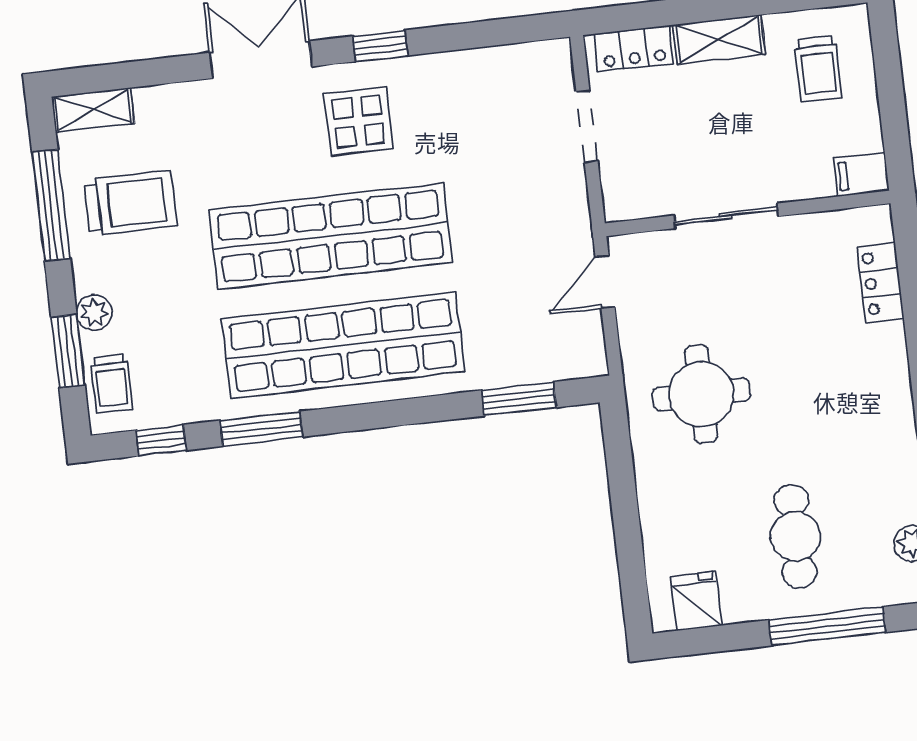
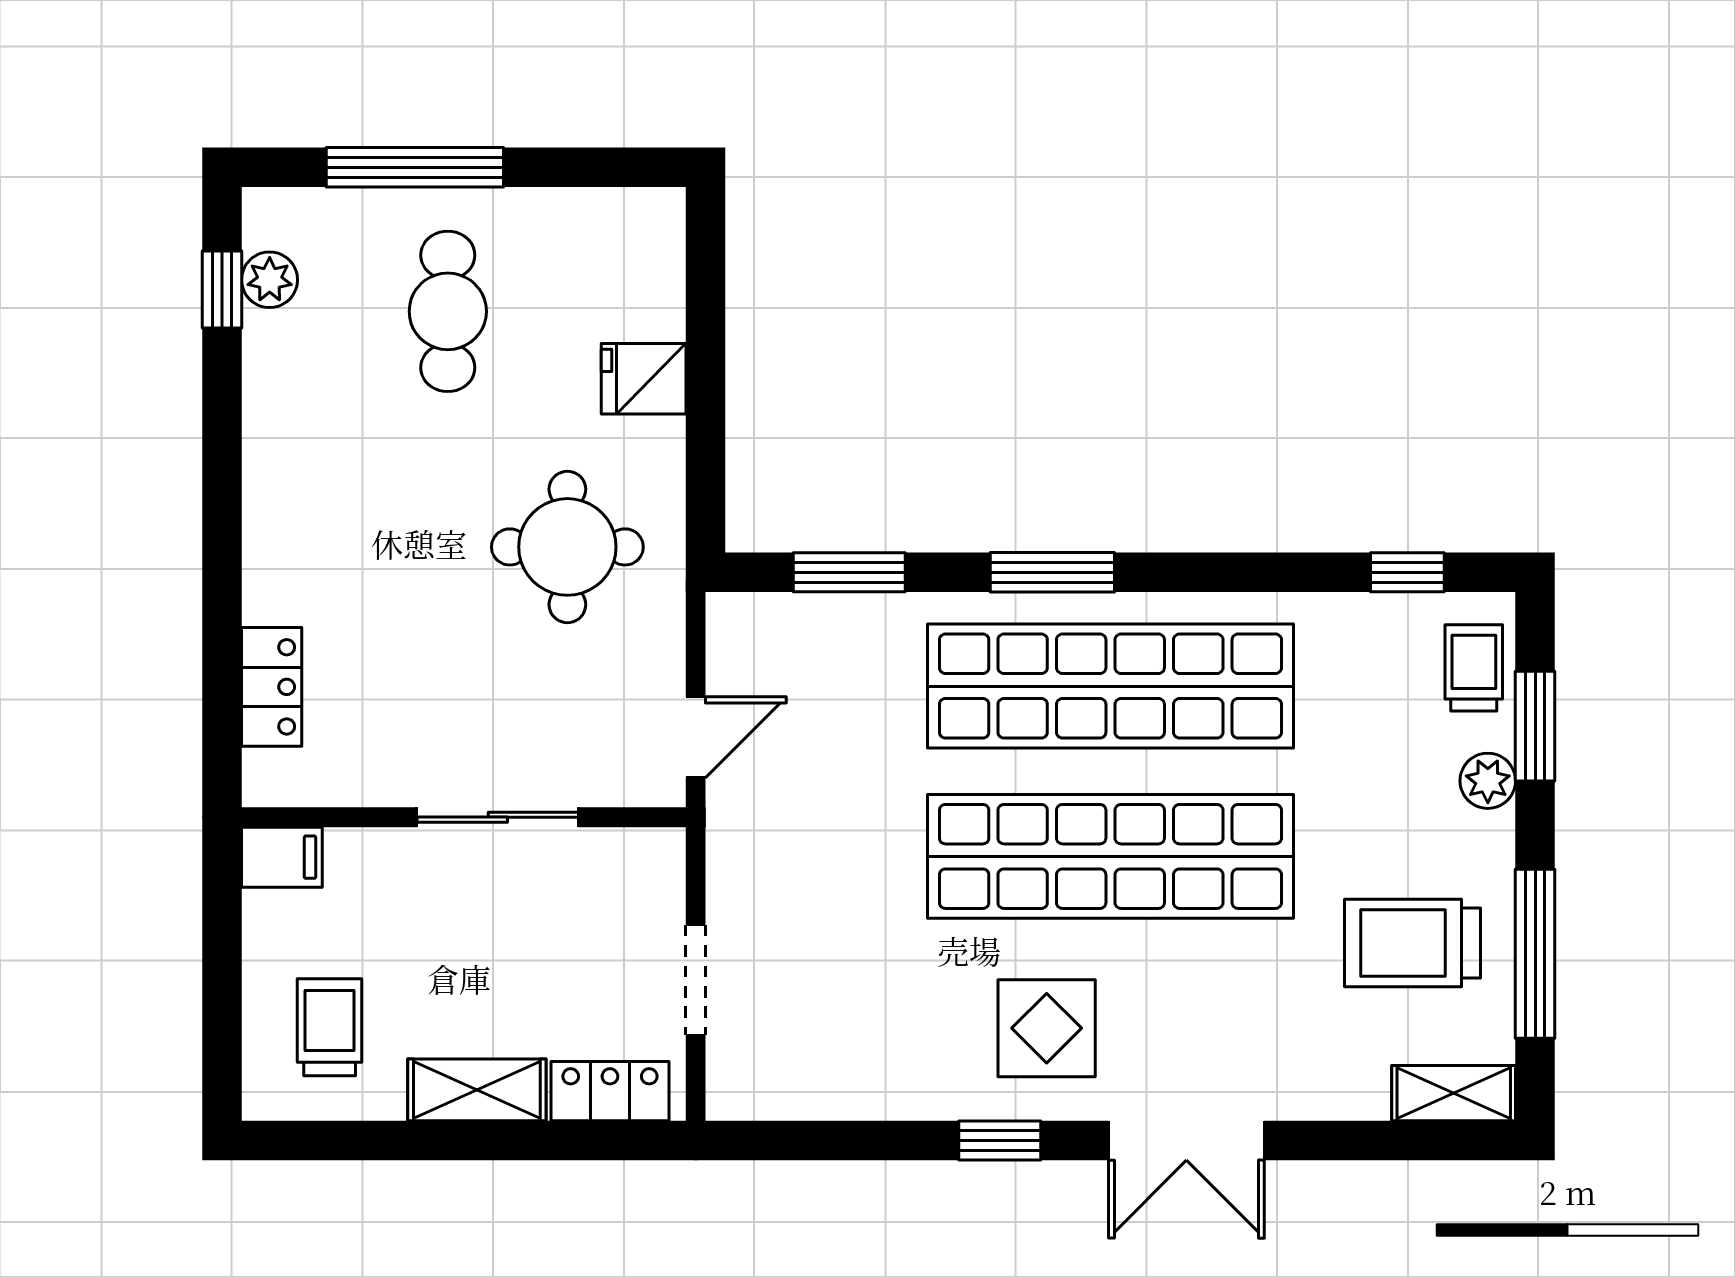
window: (261, 429) -> (1052, 572), moved
fridge: (696, 601) -> (644, 379), moved, turned 90

